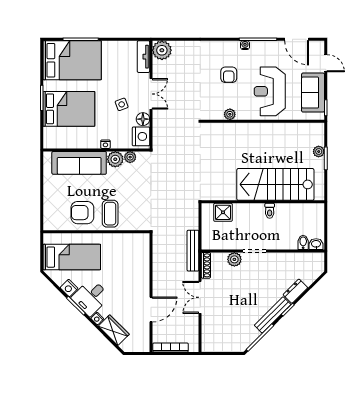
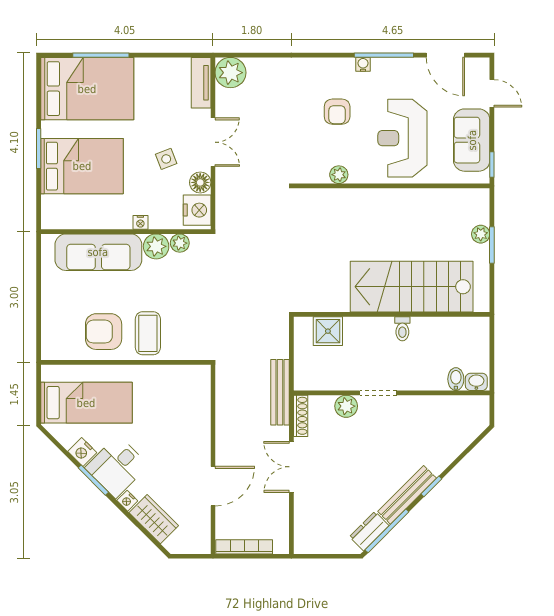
dresser: (295, 291) -> (369, 531), moved

